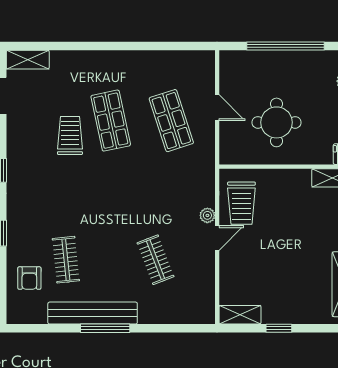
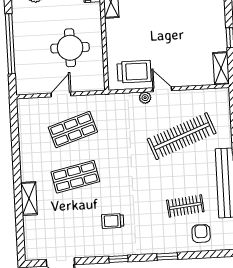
shelving: (28, 60) -> (29, 199), moved
trolley: (70, 135) -> (113, 221), moved, width x0.73, depth x0.72
clothes rail: (156, 260) -> (182, 136), width x1.86, depth x1.31
armchair: (29, 278) -> (201, 234), turned -90

